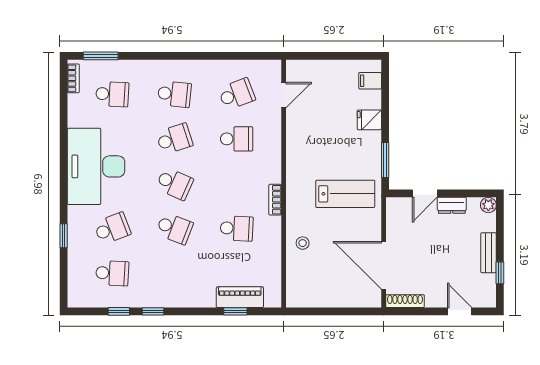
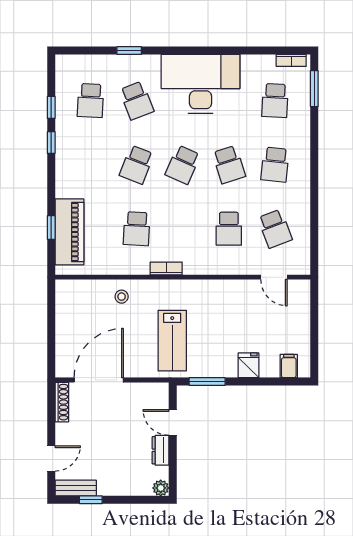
bench: (489, 253) -> (76, 488), moved
piano: (240, 297) -> (69, 232), width x1.37, depth x1.33

